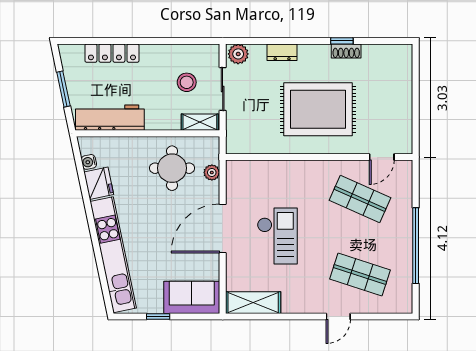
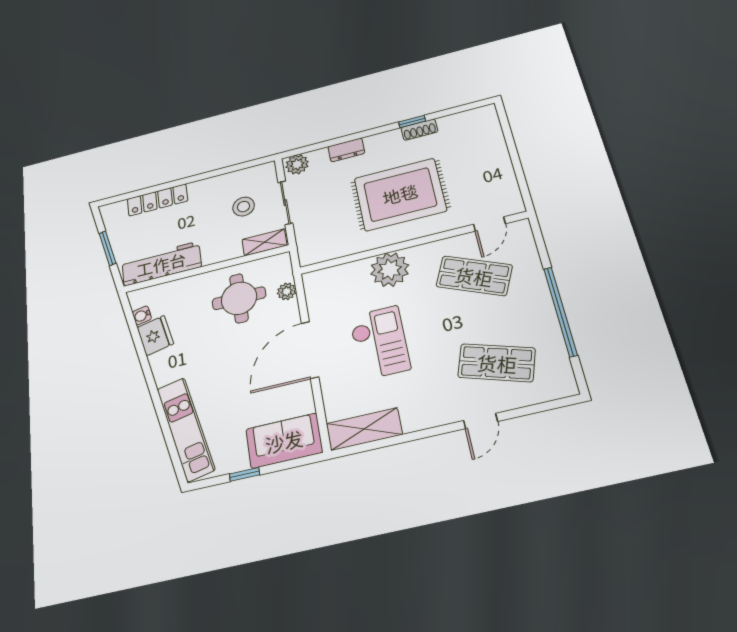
plant: (297, 176) -> (390, 270), added
kitchen unit: (113, 255) -> (186, 429), width x0.73

